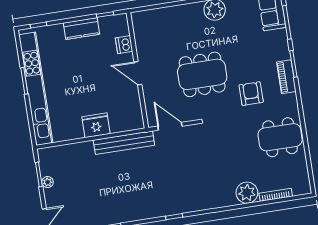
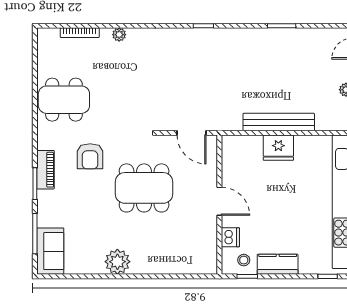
stool: (110, 28) -> (244, 260), added
bench: (124, 143) -> (279, 122), moved
plant: (247, 193) -> (119, 35), width x0.53, depth x0.53

